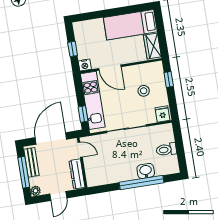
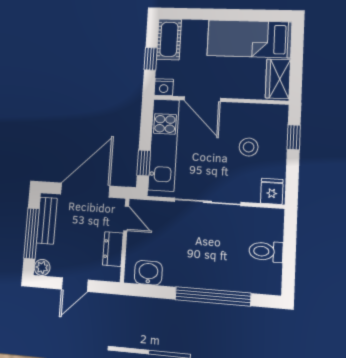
cot: (81, 34) -> (169, 39), added
washbasin: (146, 171) -> (148, 273), moved
dresser: (77, 174) -> (113, 249), width x0.70

